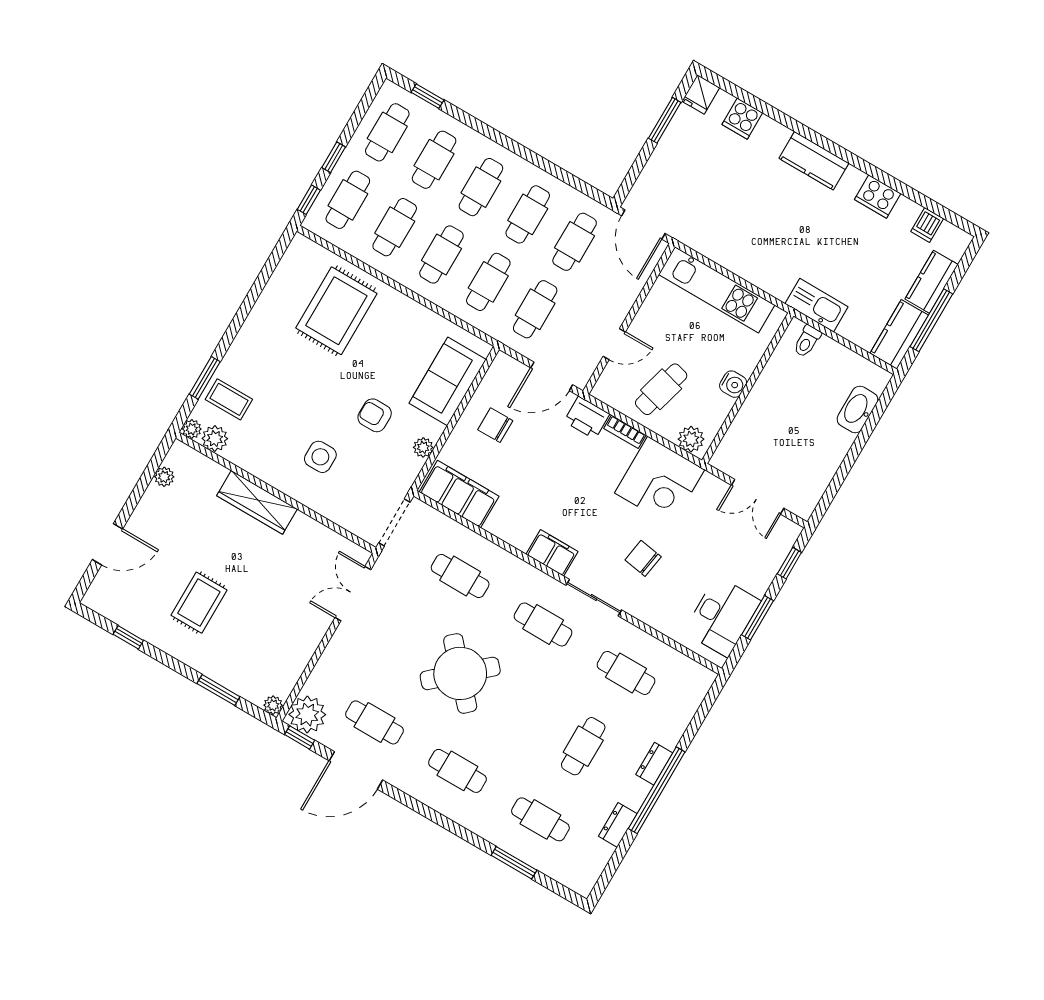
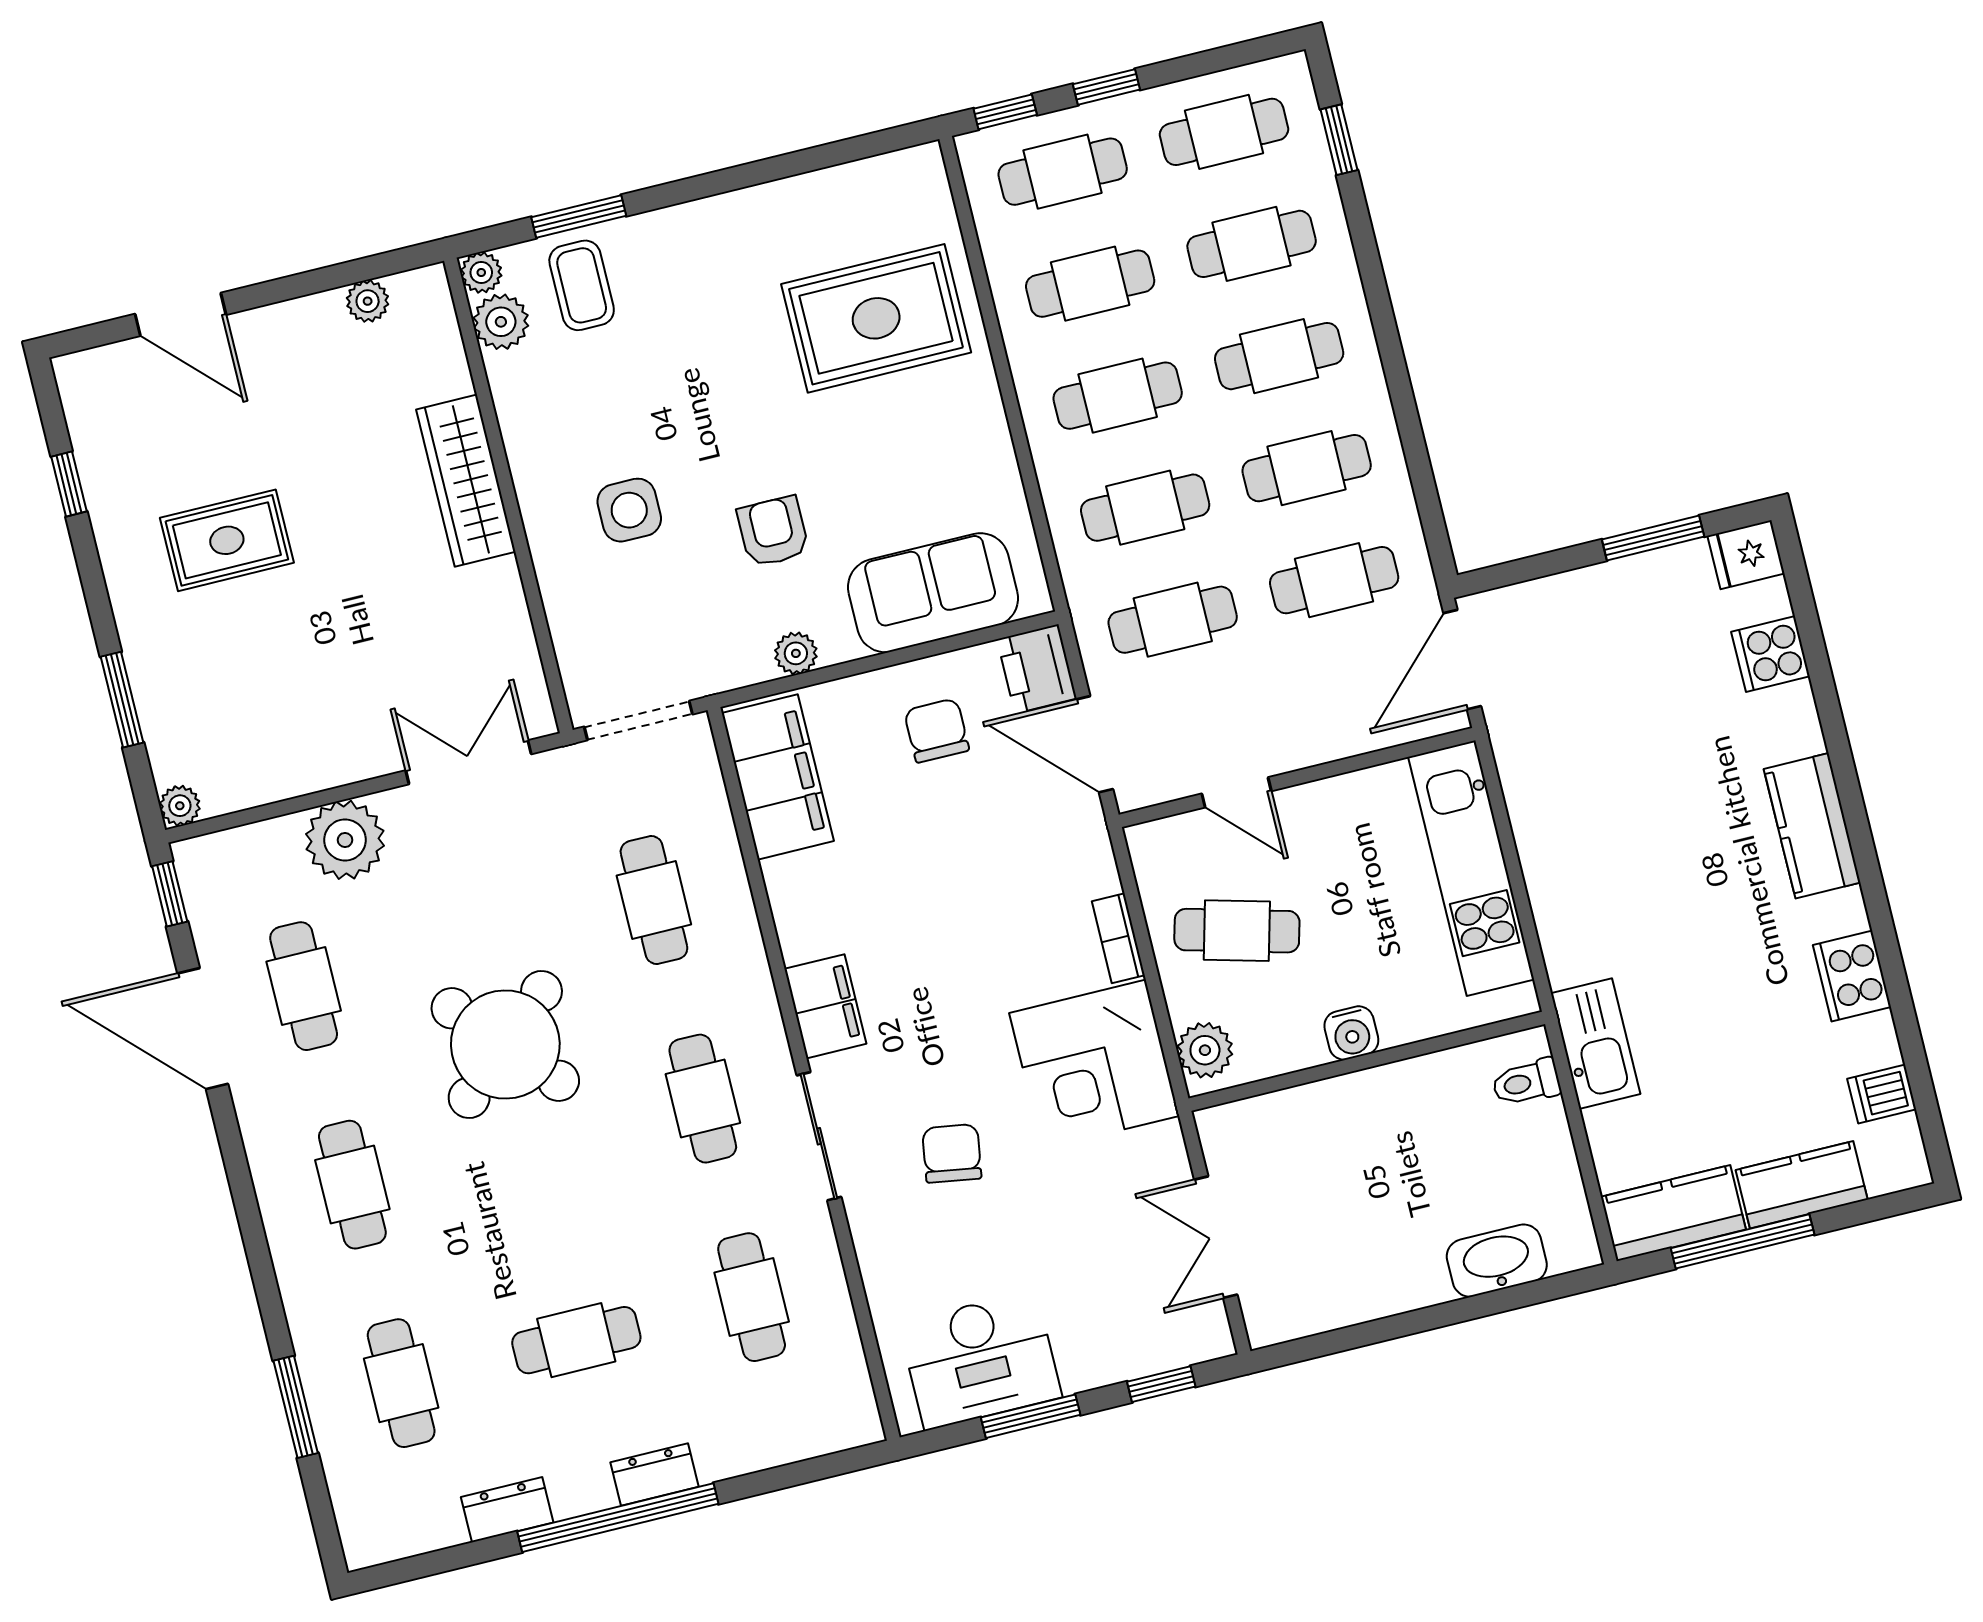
printer: (587, 418) -> (1037, 669), moved
plant: (307, 715) -> (345, 840), moved

